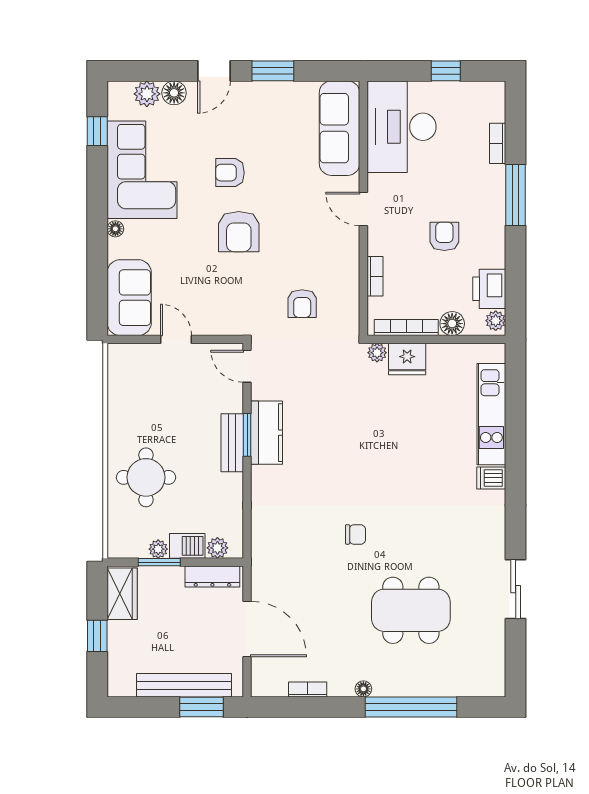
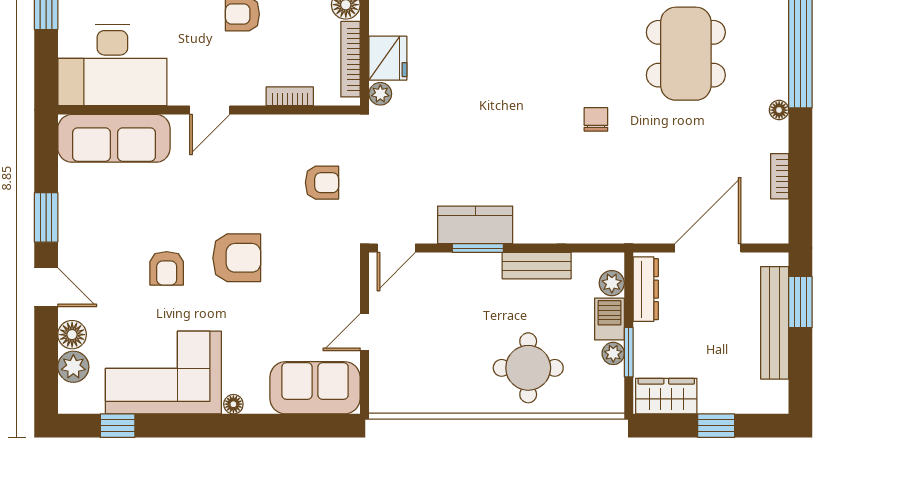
bench: (232, 443) -> (537, 266), moved

